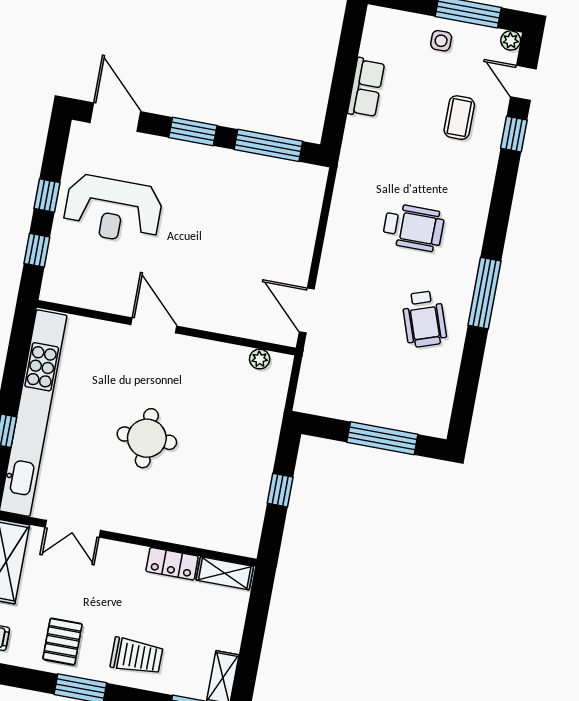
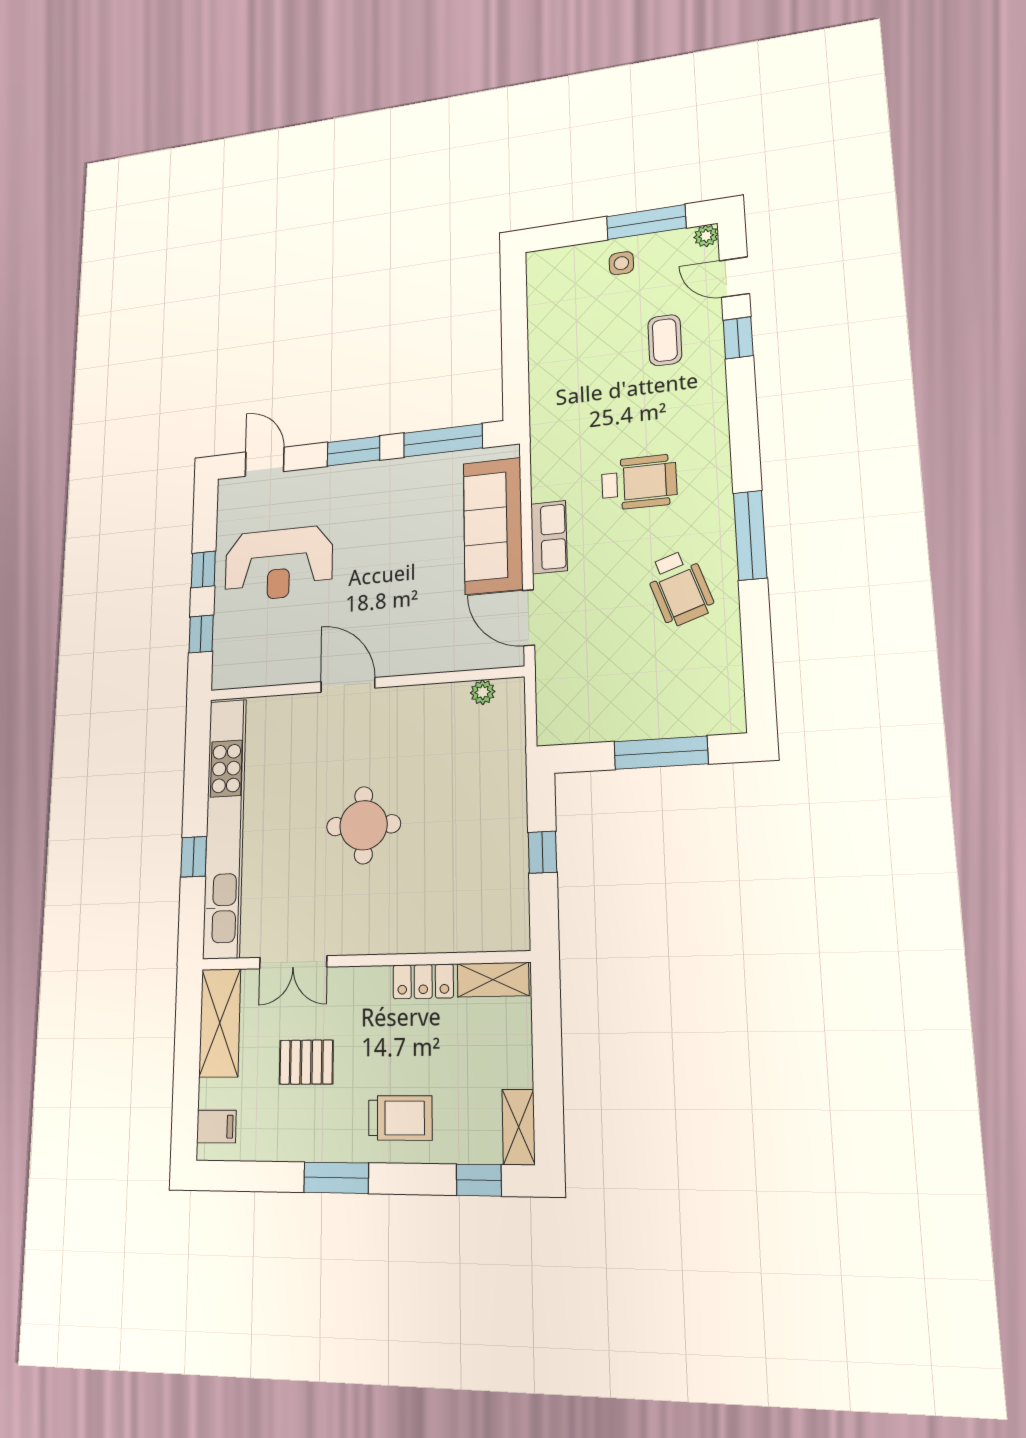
row of seats: (366, 88) -> (549, 537), moved
door: (115, 117) -> (265, 462), width x0.73
sofa: (294, 229) -> (493, 526), added
pallet: (62, 642) -> (306, 1062), moved, turned 90

